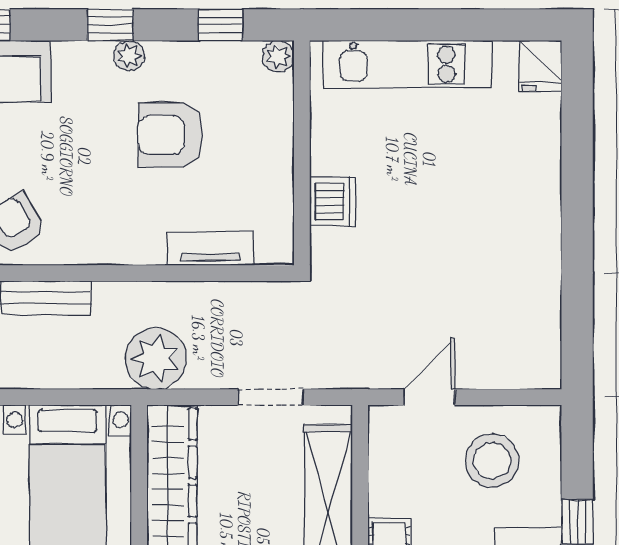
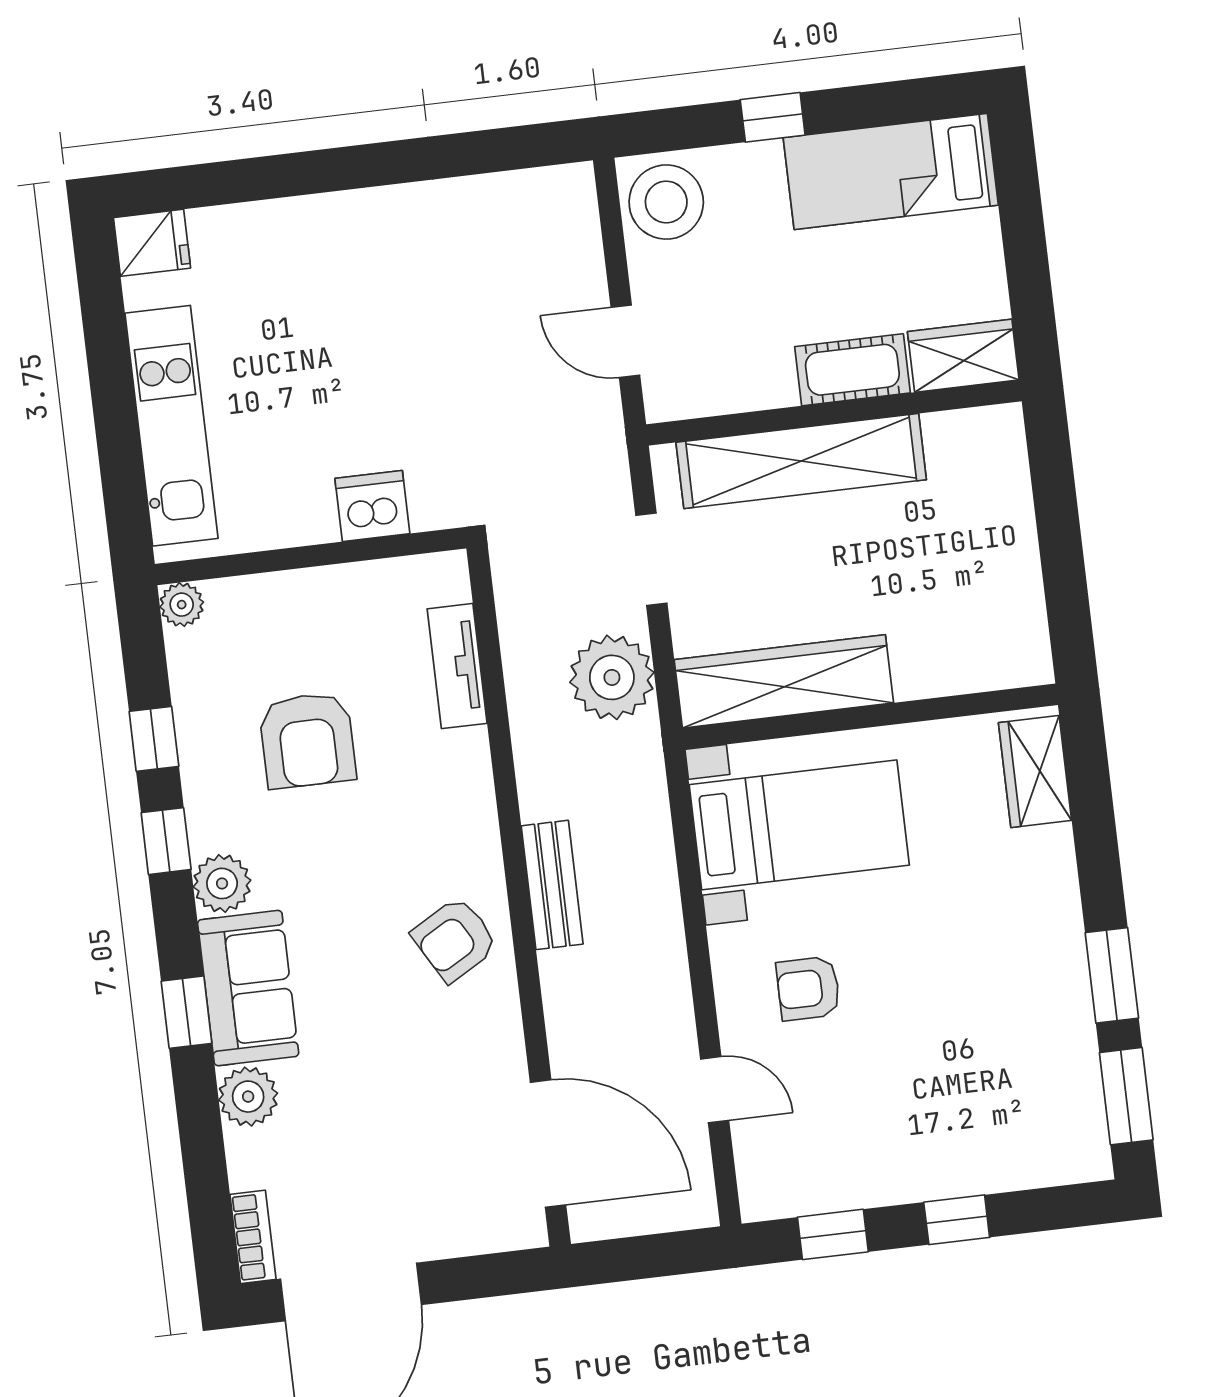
window: (220, 25) -> (154, 739), moved
plant: (129, 56) -> (222, 883), moved, width x1.38, depth x1.38
plant: (156, 359) -> (612, 677), moved
stool: (492, 461) -> (666, 202), moved

